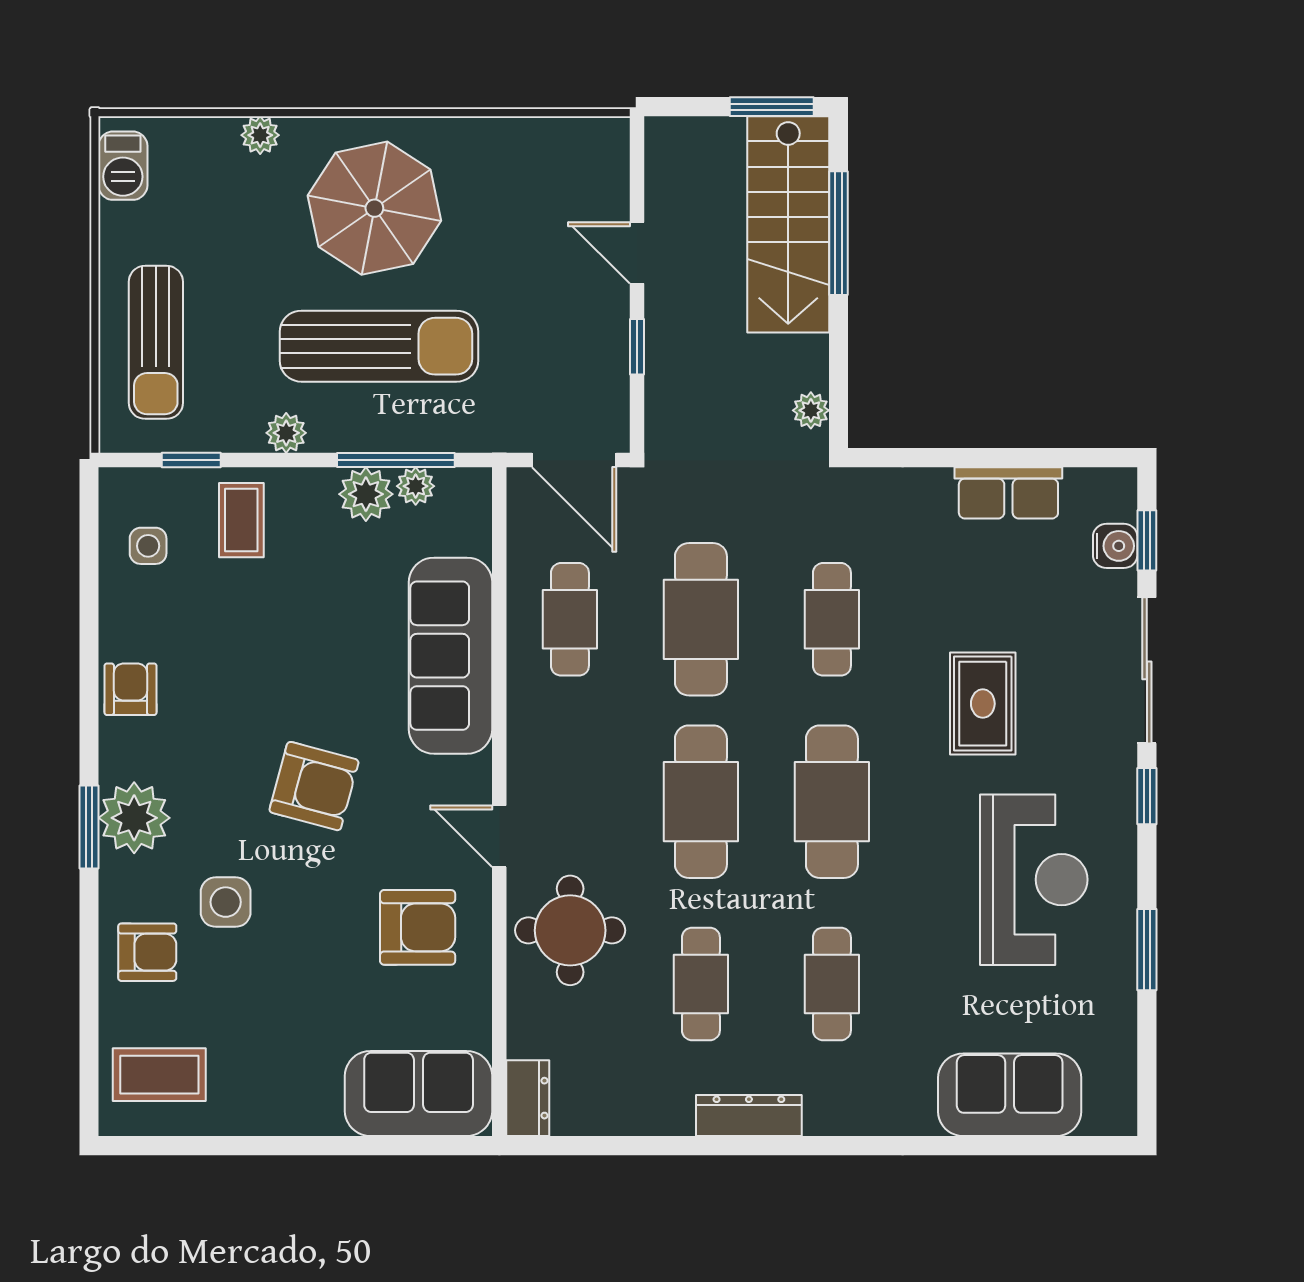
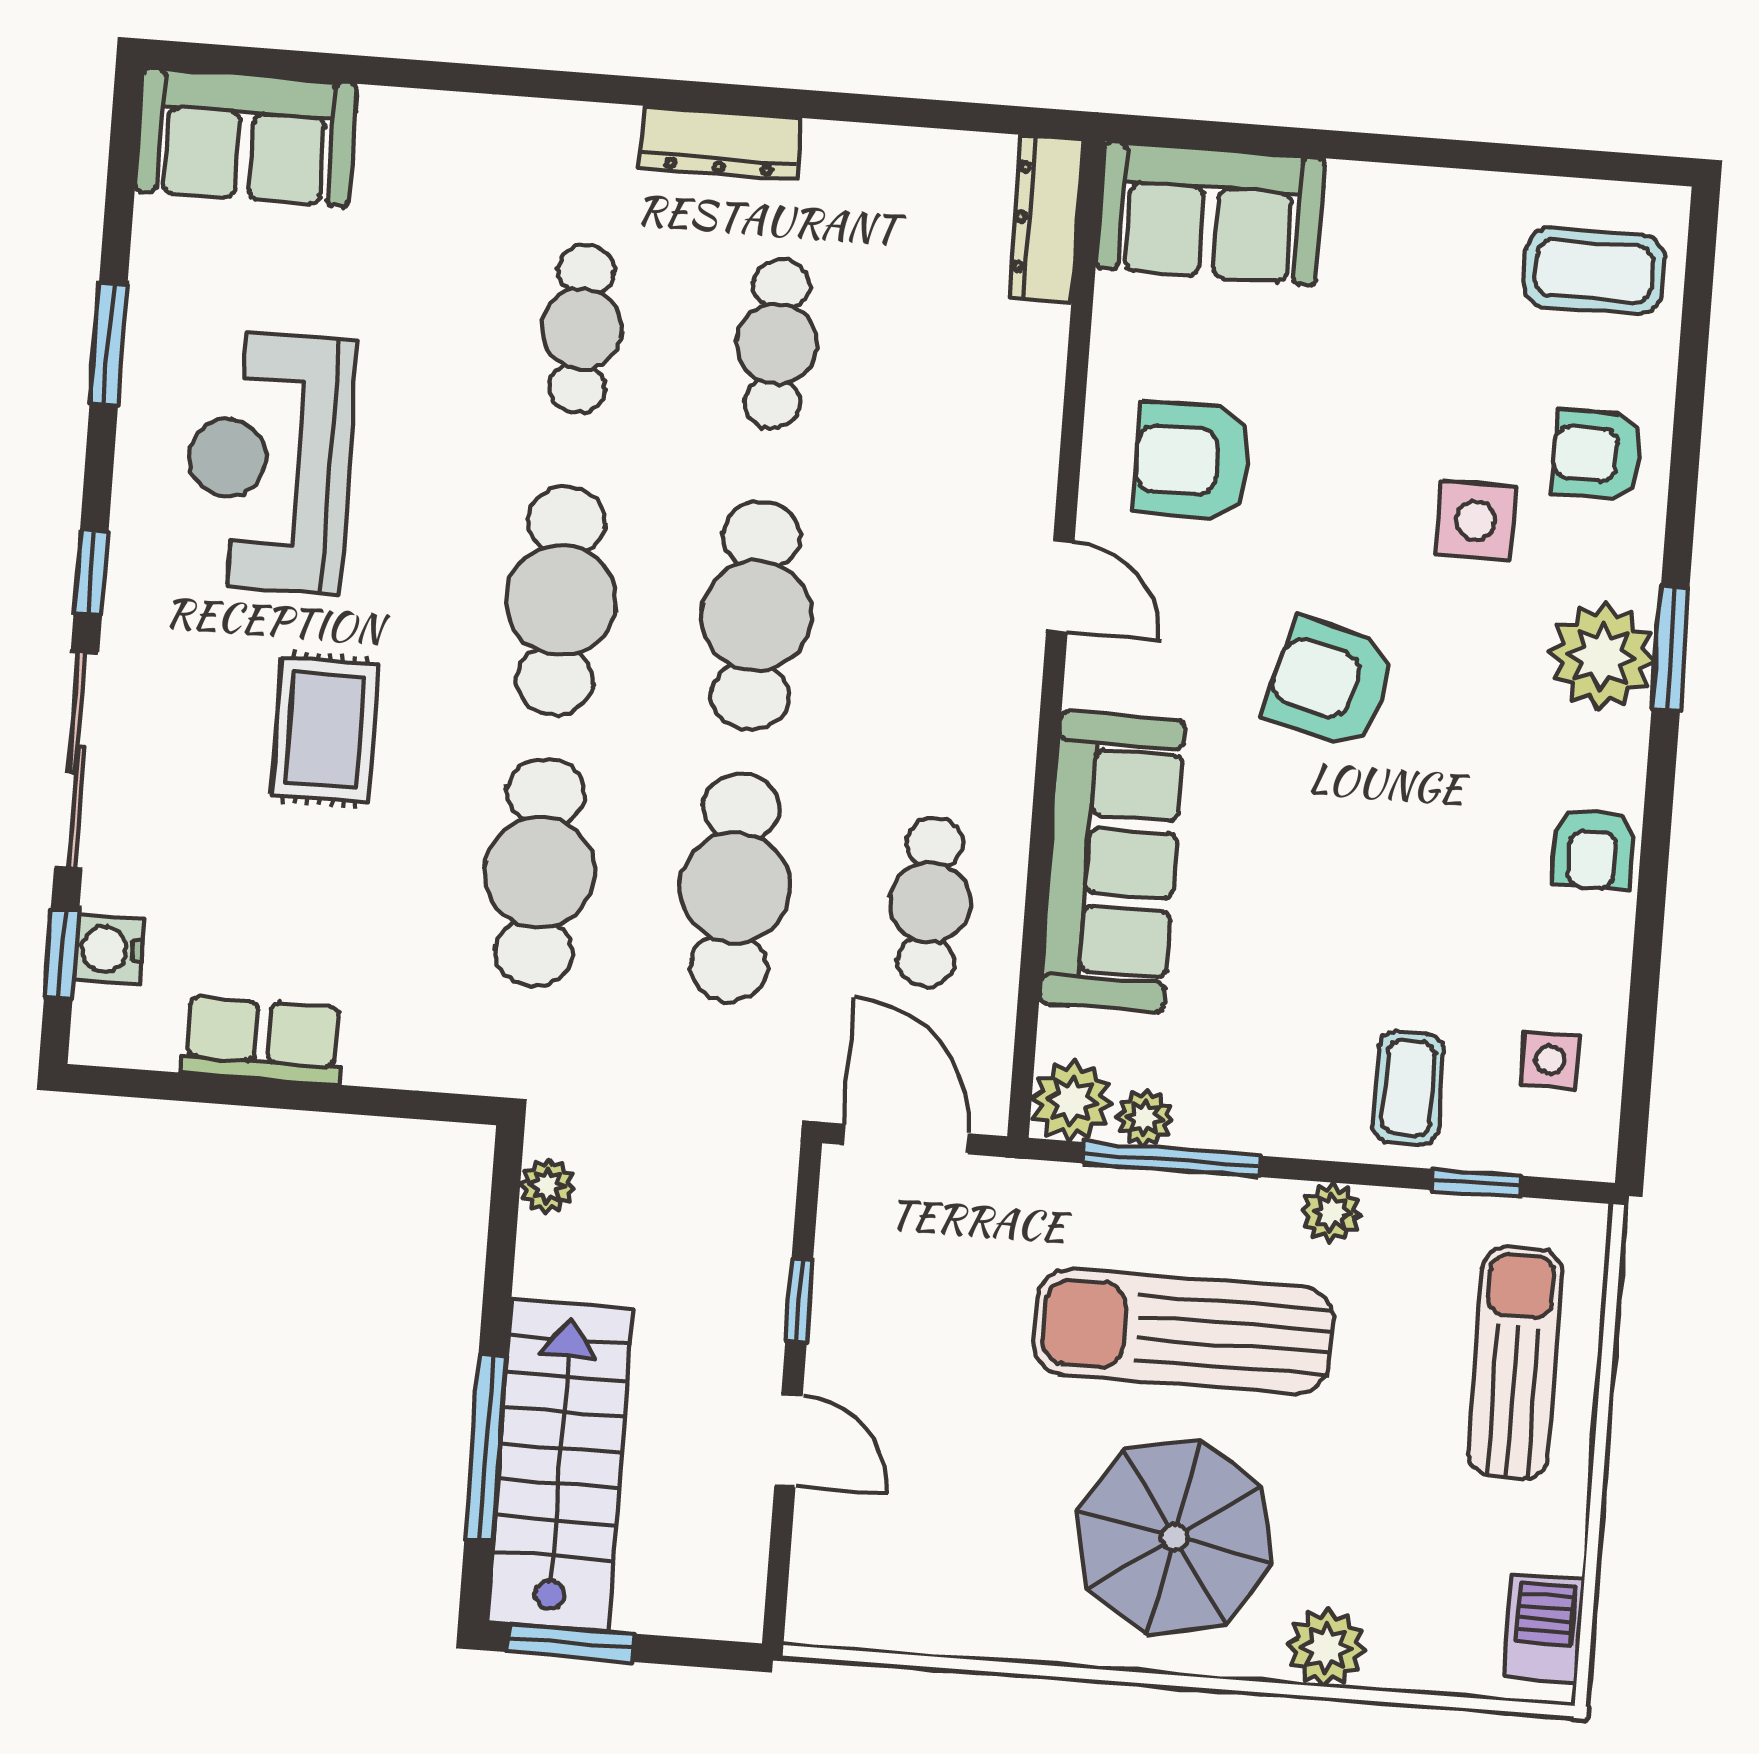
plant: (260, 135) -> (1326, 1648), width x1.38, depth x1.38
plant: (366, 494) -> (1072, 1101), moved
cafe table: (832, 619) -> (540, 872), width x1.37, depth x1.35
round table: (570, 930) -> (965, 439), removed
sofa: (1010, 1095) -> (246, 137), moved
dresser: (528, 1098) -> (1046, 219), width x1.44

